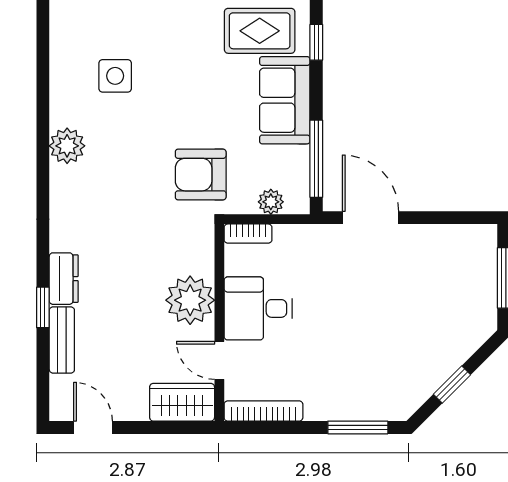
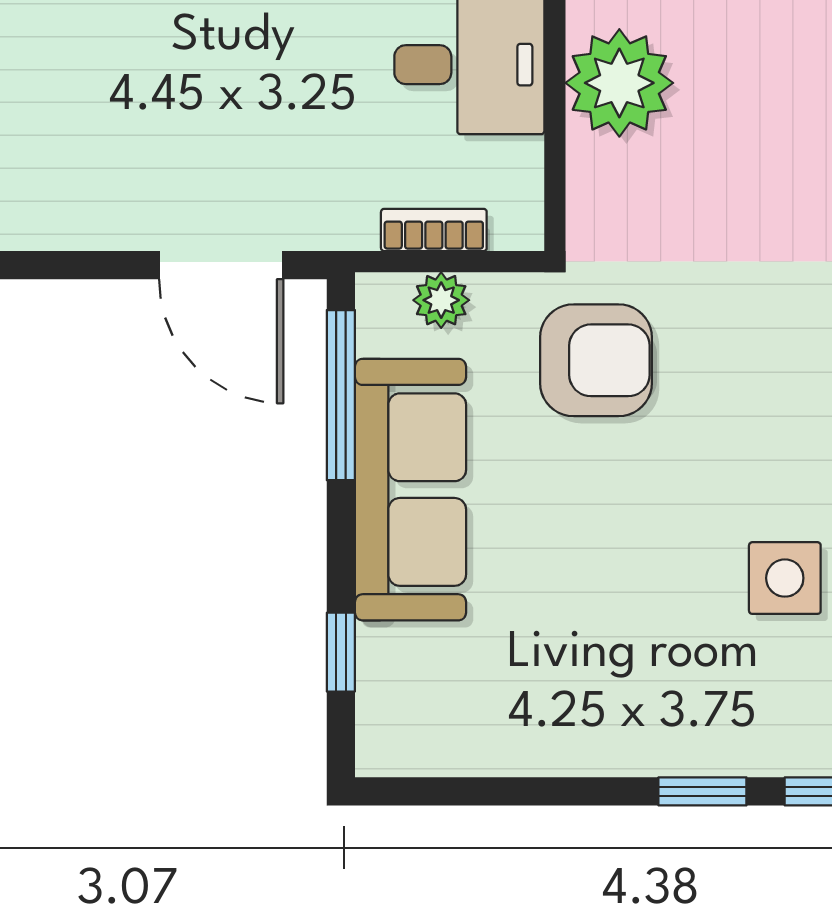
rug: (260, 31) -> (466, 678), removed
sofa: (285, 100) -> (411, 490), width x1.36
bookcase: (248, 234) -> (434, 230), moved

